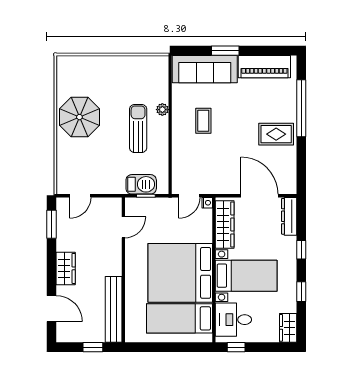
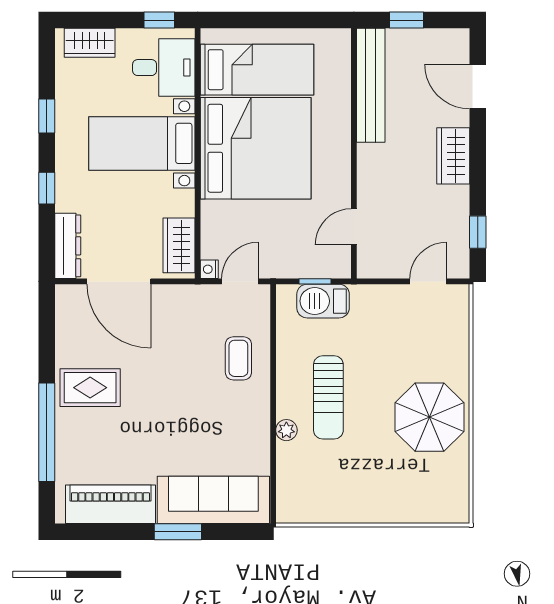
coffee table: (203, 121) -> (238, 358), moved
window: (52, 224) -> (478, 232), width x0.67
wardrobe: (225, 224) -> (179, 245), width x0.67
wardrobe: (288, 328) -> (90, 43), moved, turned 90

